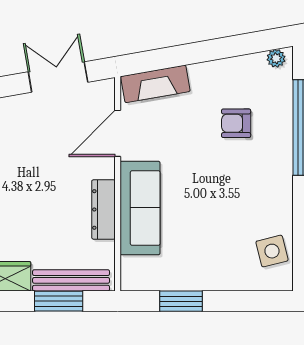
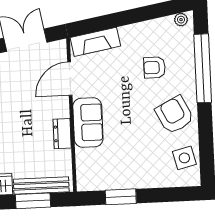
armchair: (261, 190) -> (175, 115), added
sofa: (140, 208) -> (88, 122), width x0.73
dresser: (103, 209) -> (62, 134), width x0.70

